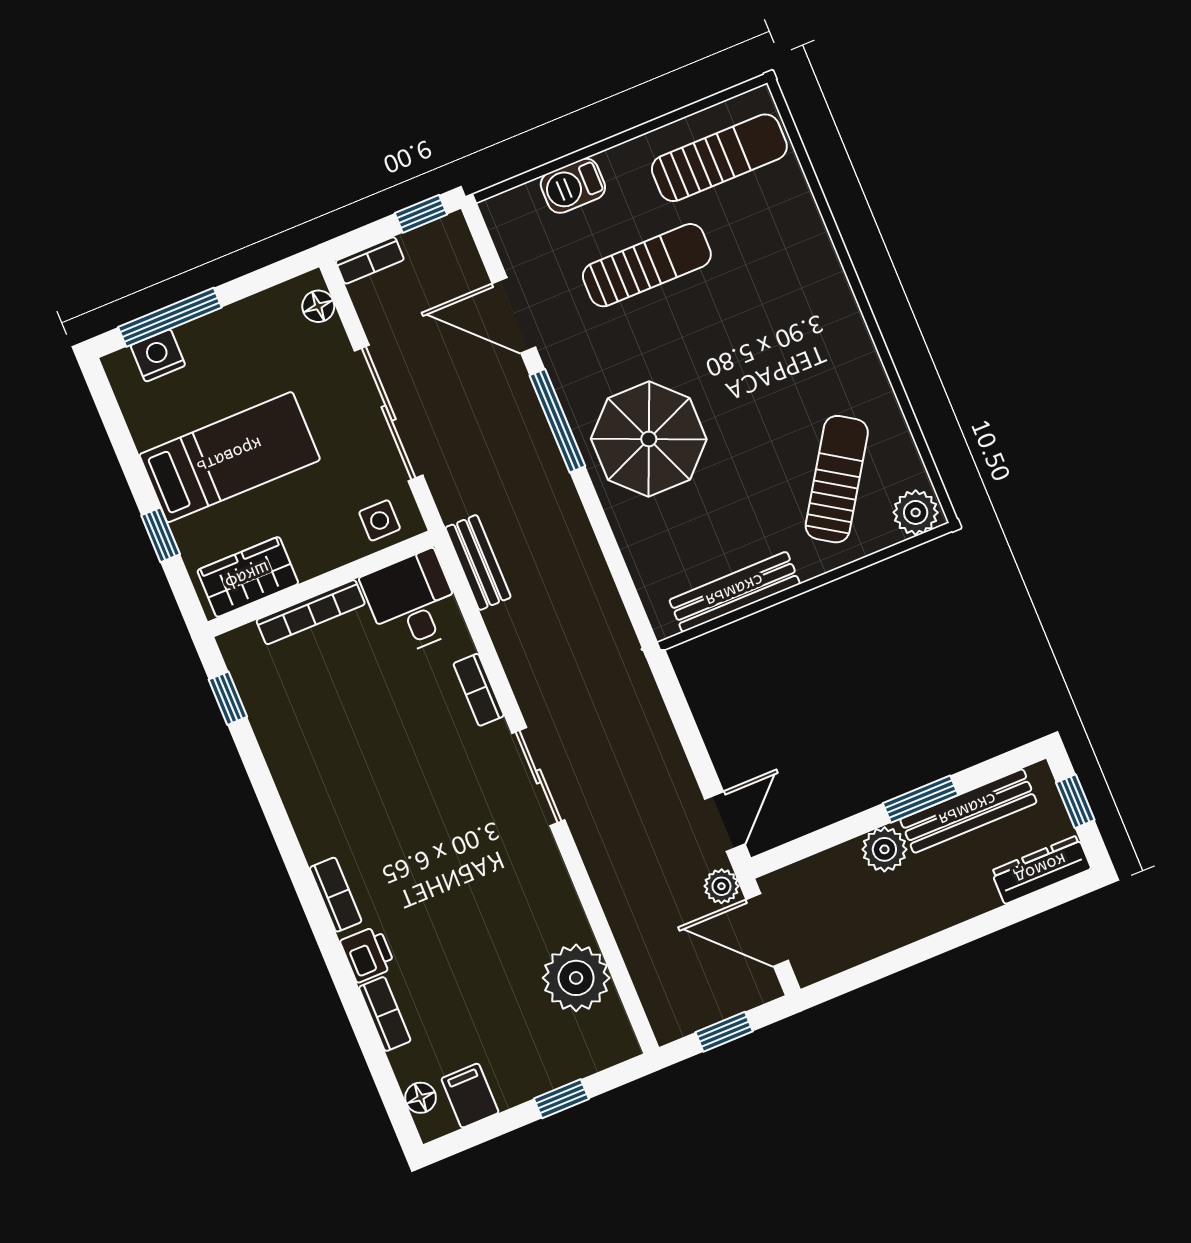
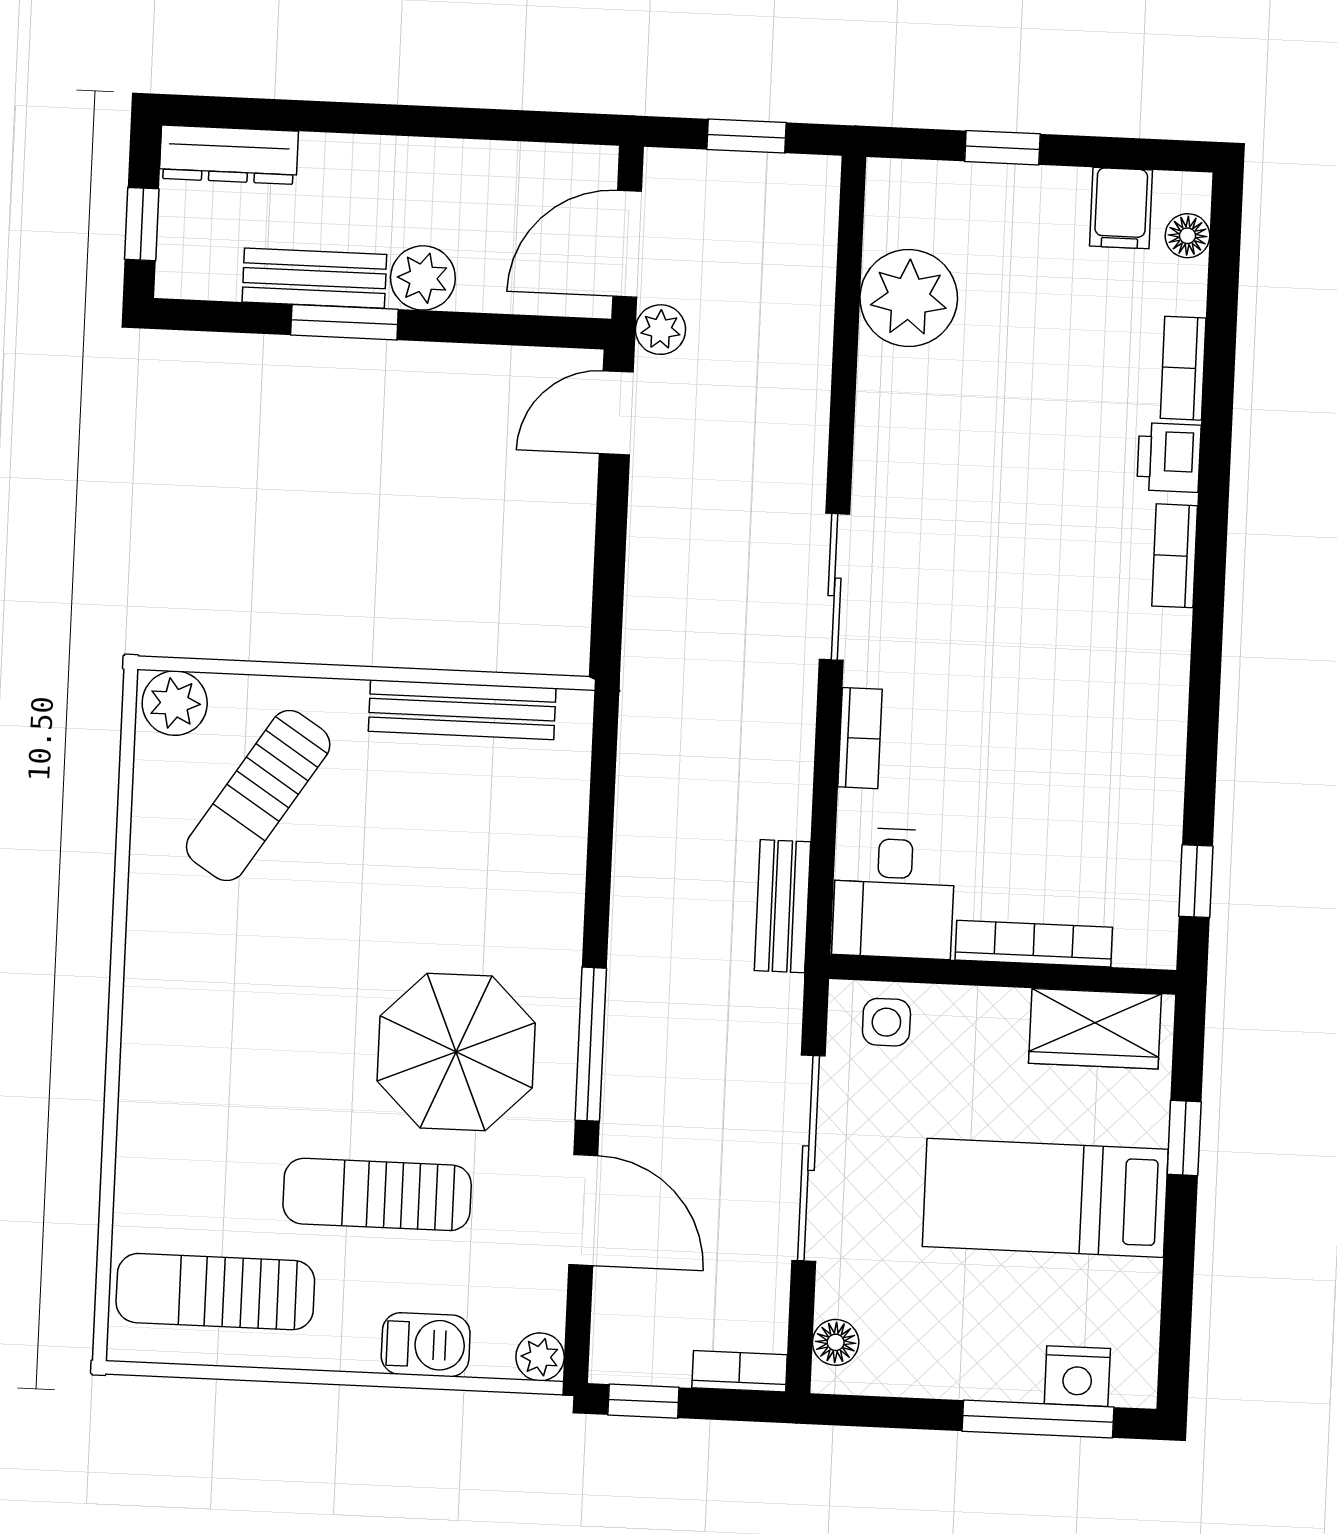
plant: (498, 211) -> (540, 1357), added
parasol: (649, 439) -> (456, 1052), moved
bench: (968, 811) -> (314, 278), width x0.73
door: (767, 930) -> (627, 244), swing flipped

